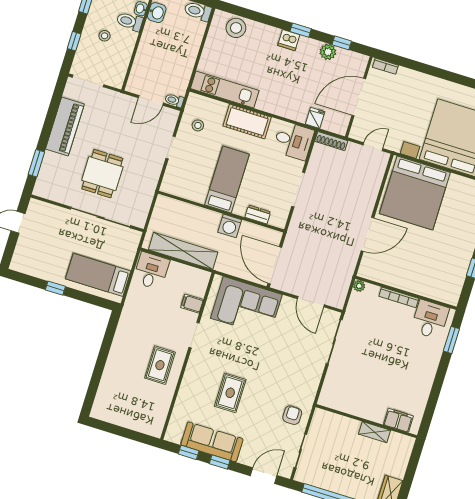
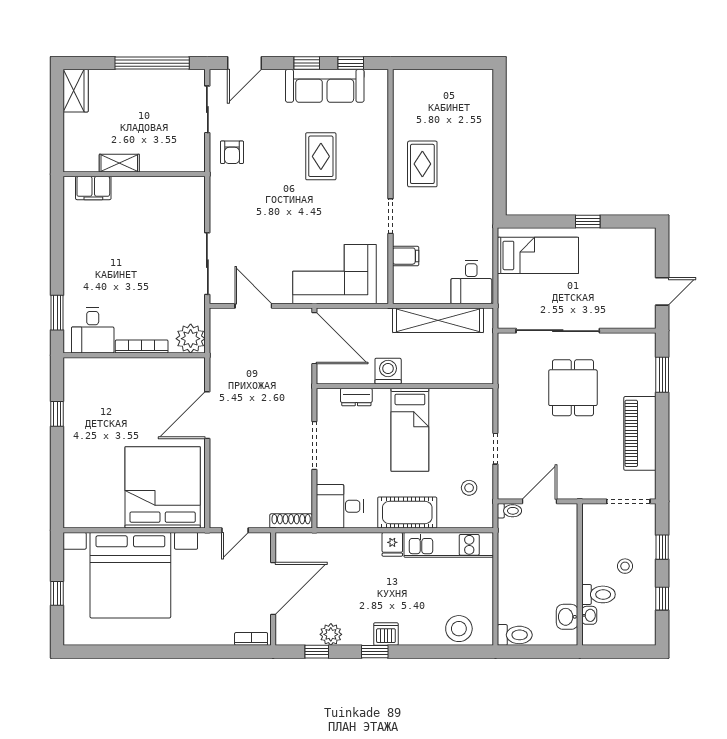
fridge: (315, 118) -> (392, 544), moved
plant: (359, 286) -> (191, 339), width x1.87, depth x1.87

